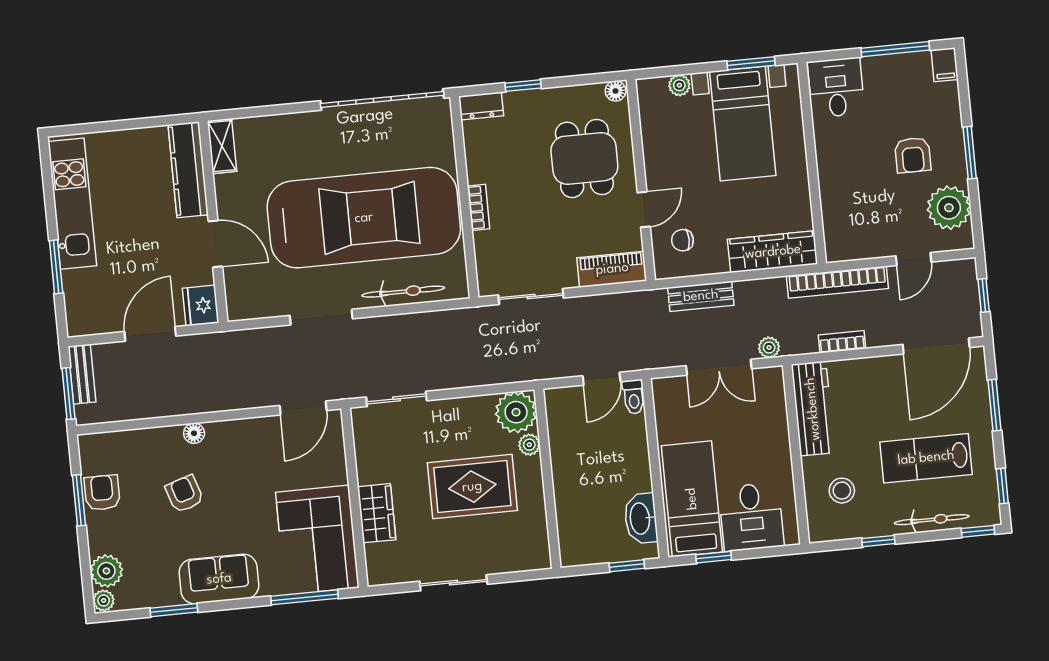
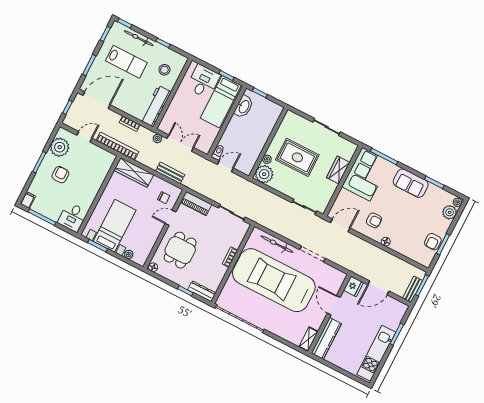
dresser: (481, 106) -> (202, 291), width x1.44
armchair: (184, 494) -> (374, 220), moved, turned -72

